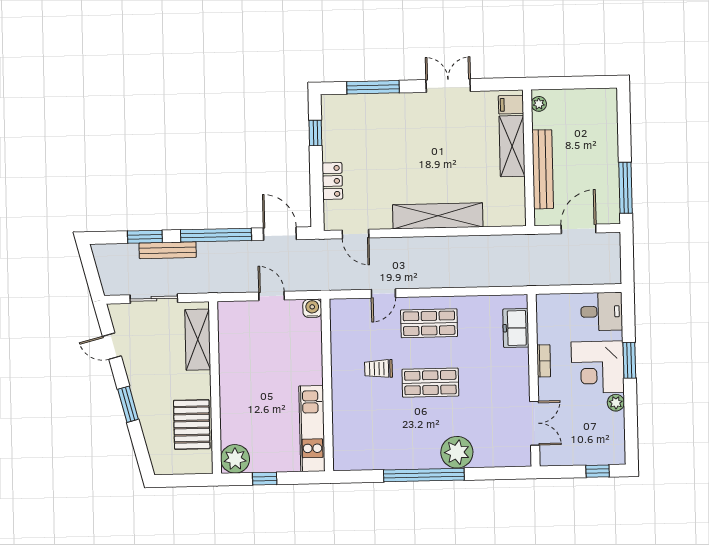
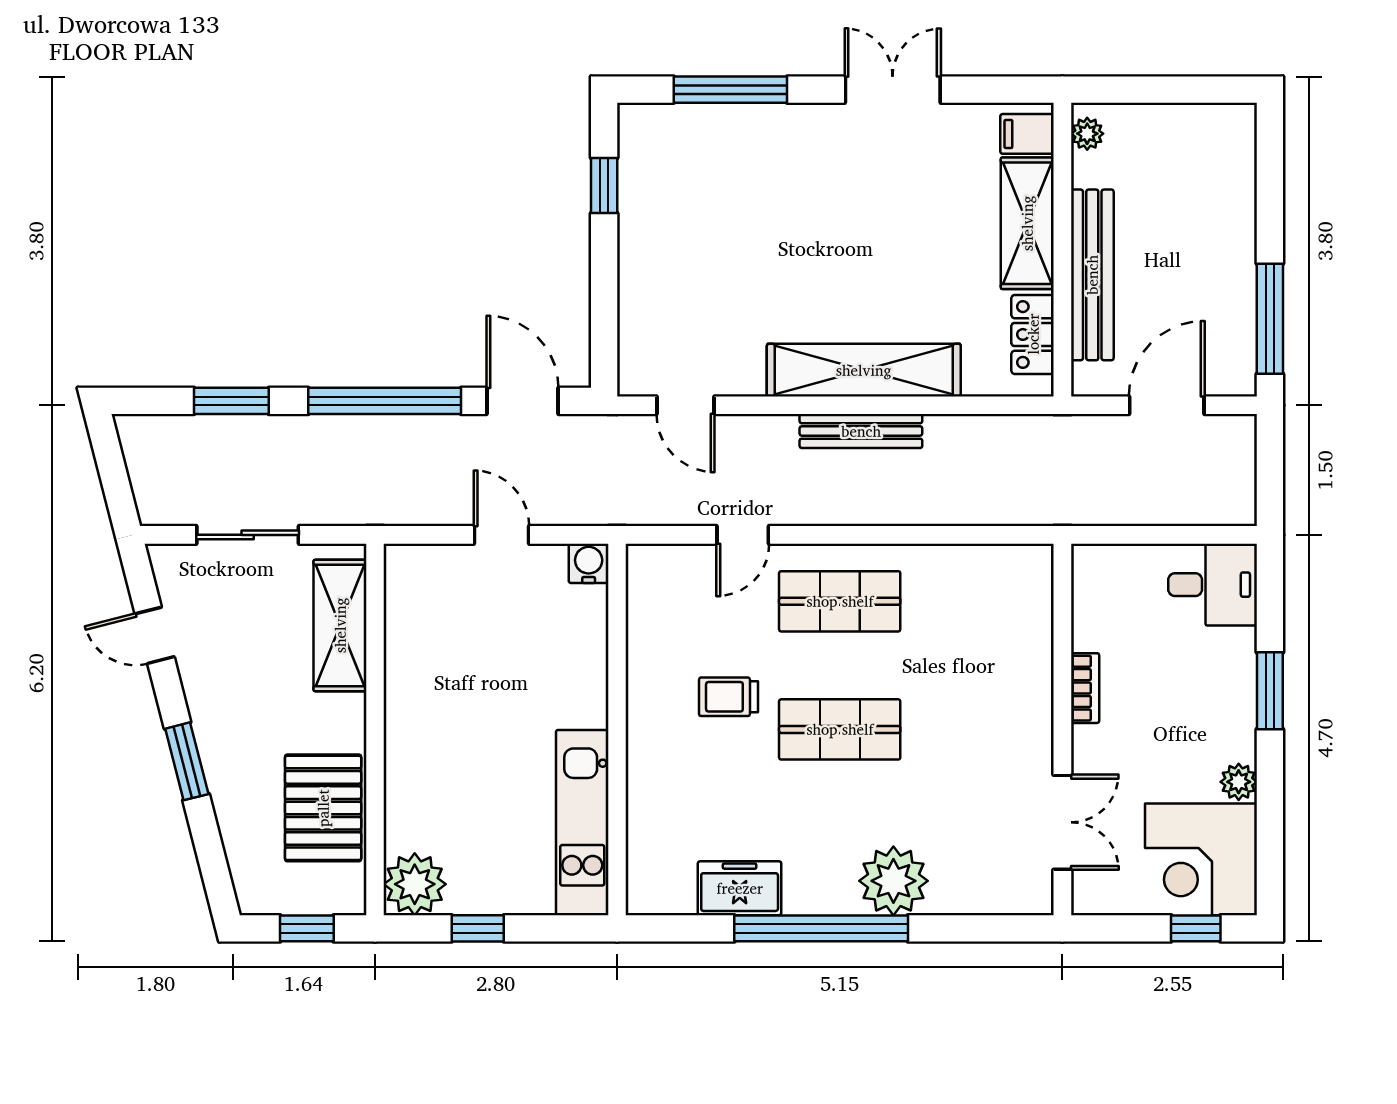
locker: (332, 181) -> (1033, 334), moved, turned 180
bench: (168, 250) -> (861, 431), moved
freezer: (516, 328) -> (740, 888), moved, turned 90
corner desk: (598, 367) -> (1201, 859), moved
window: (185, 480) -> (307, 928), added

